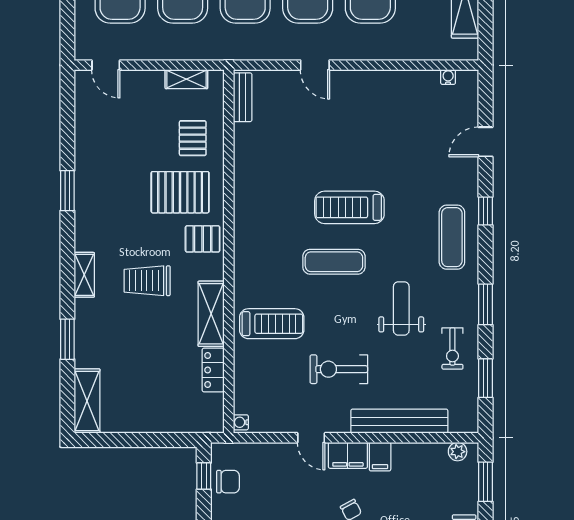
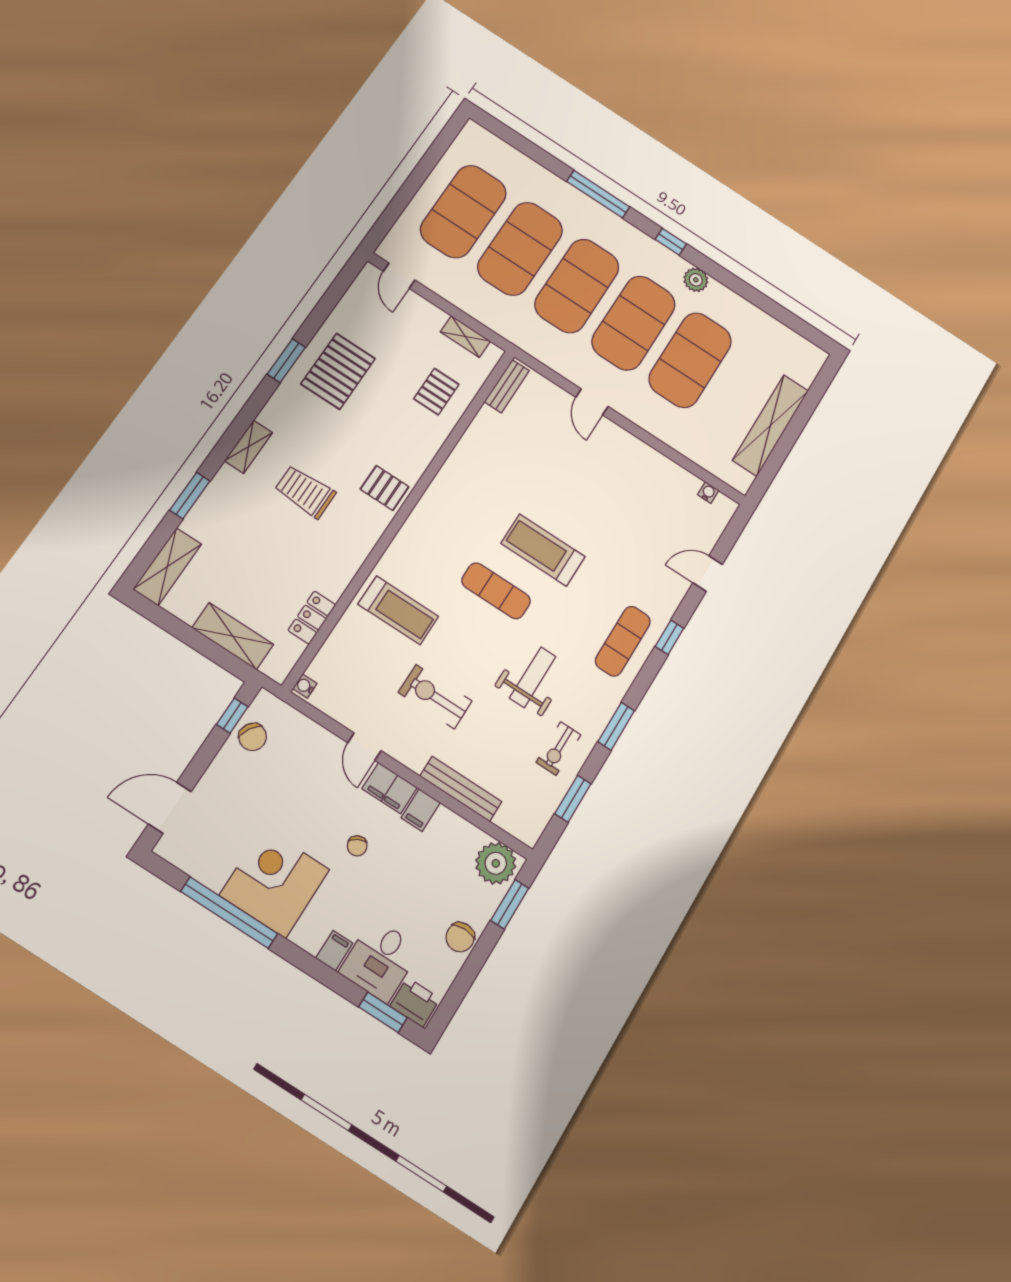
pallet: (180, 192) -> (338, 371), moved, turned 90
shelving: (211, 314) -> (233, 636), moved, turned 90
bench: (399, 421) -> (461, 789), width x0.73, depth x0.82
plant: (458, 452) -> (496, 863), width x1.87, depth x1.87
chair: (228, 482) -> (253, 737), turned 31

